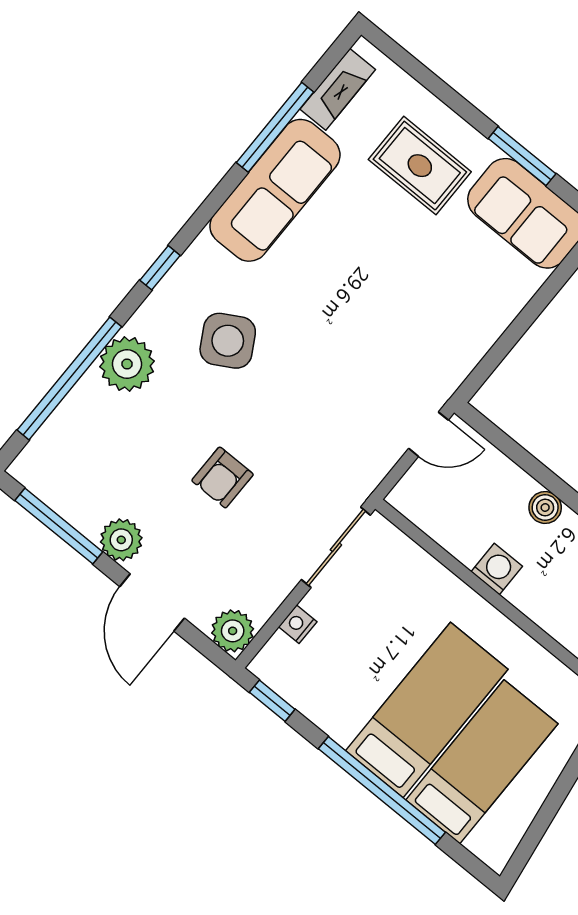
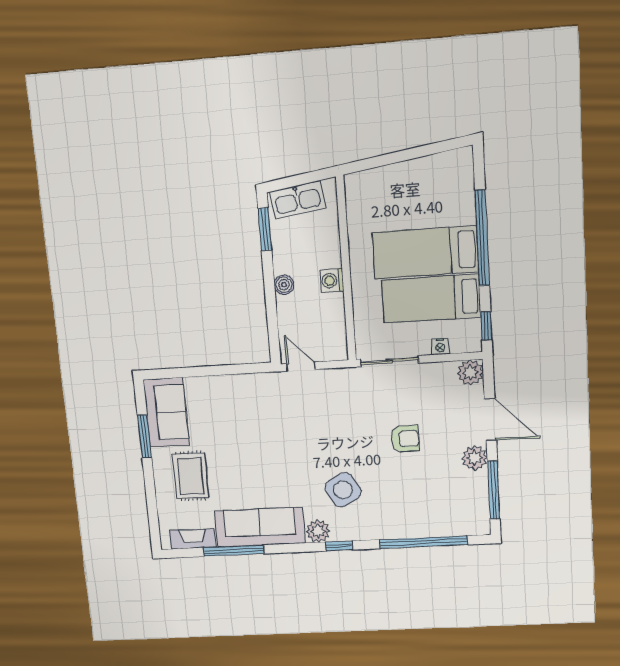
plant: (127, 364) -> (318, 531), moved, width x0.73, depth x0.73
door: (152, 602) -> (490, 420), hinge flipped
bed: (482, 762) -> (431, 299), moved

